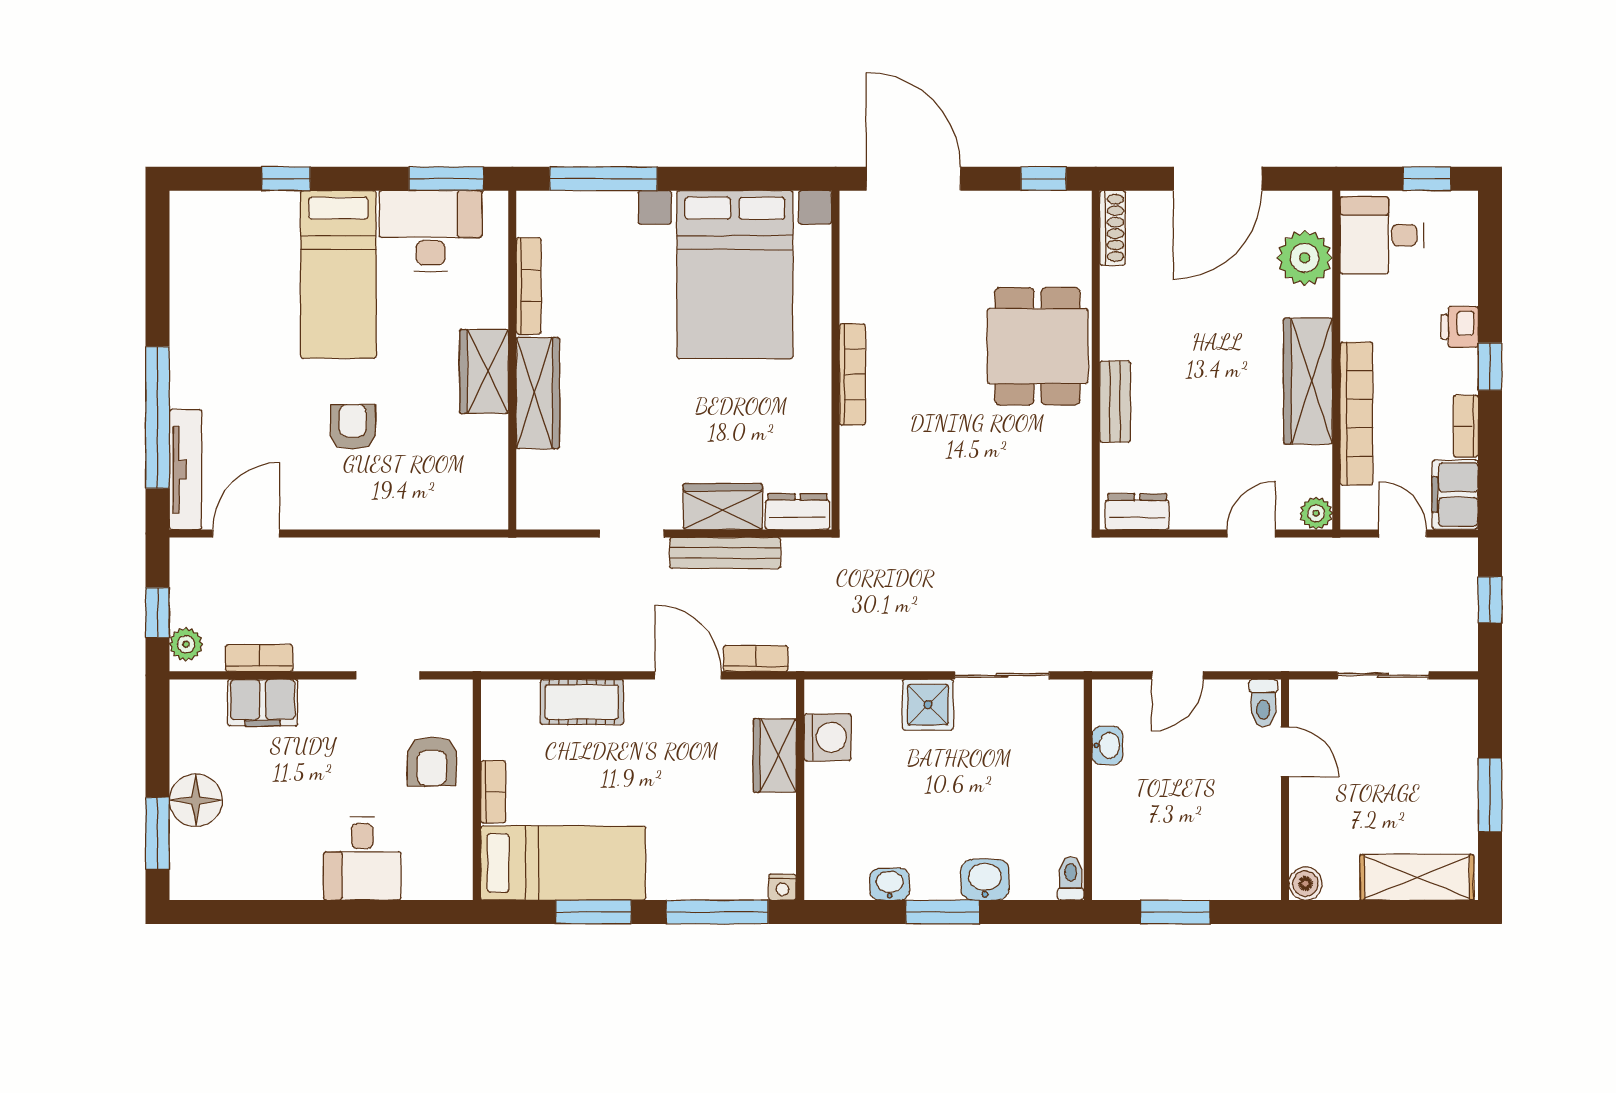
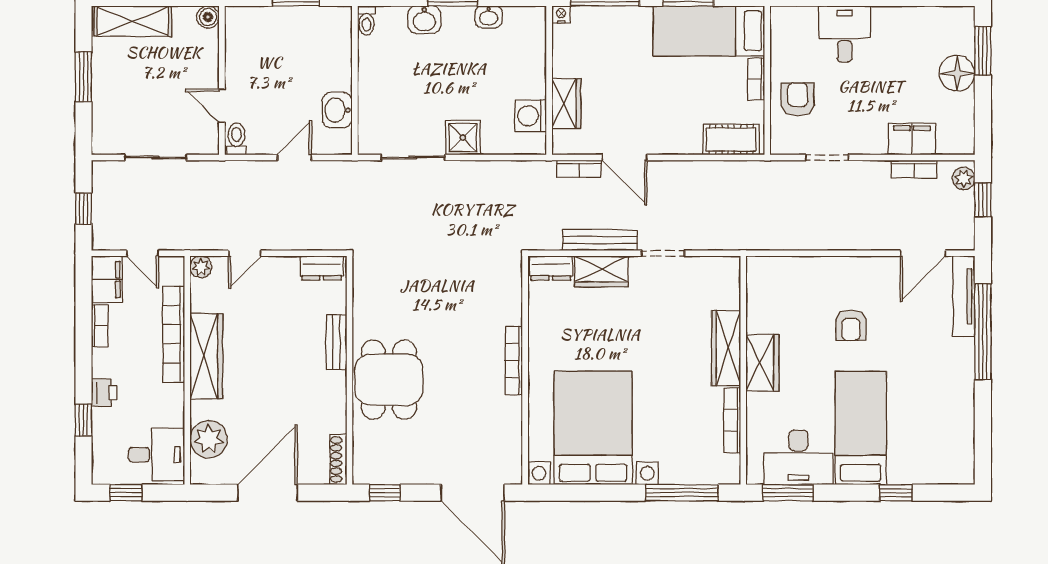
window: (1490, 367) -> (83, 420), moved
cot: (582, 702) -> (731, 140), moved
washbasin: (1107, 746) -> (337, 110), width x1.38, depth x1.45

